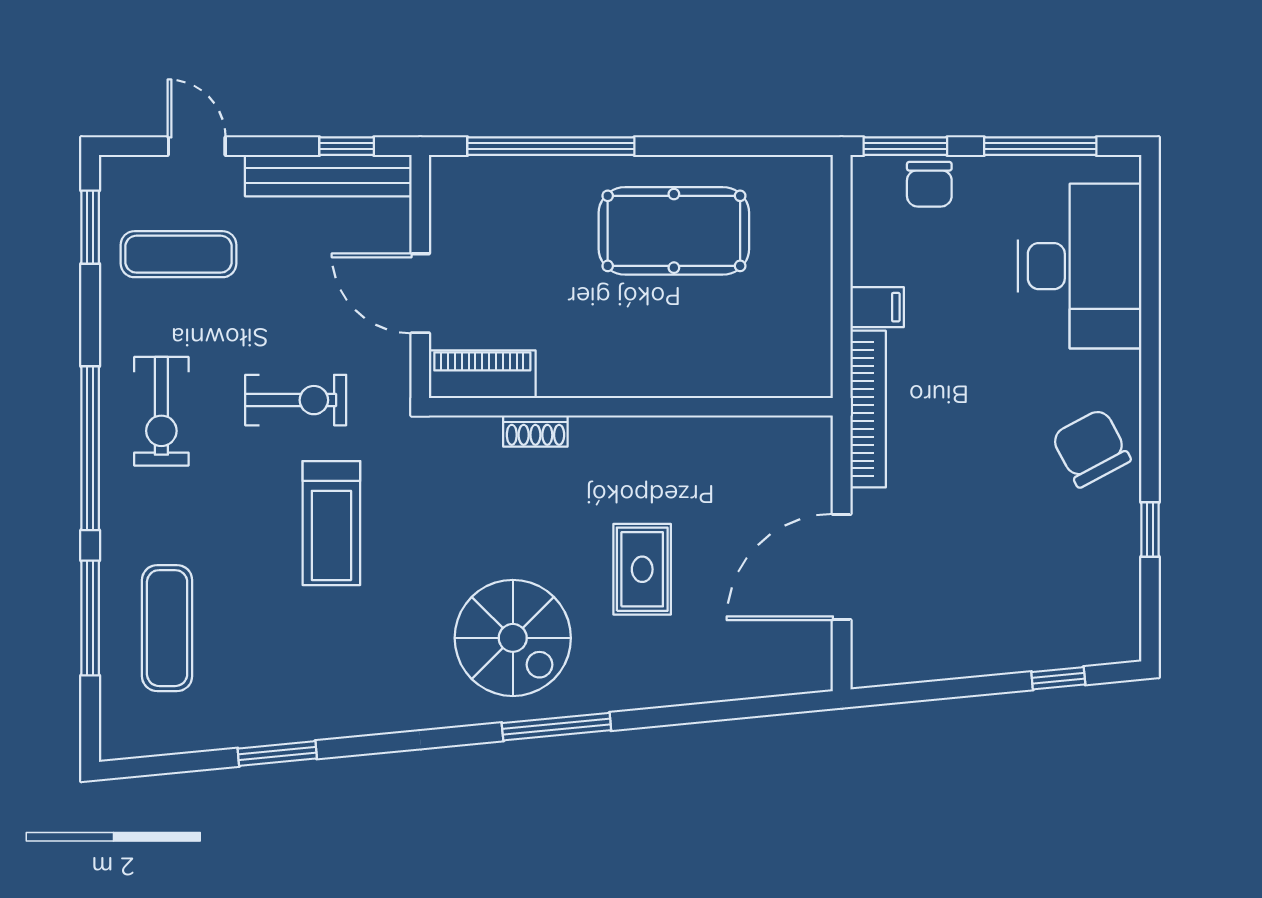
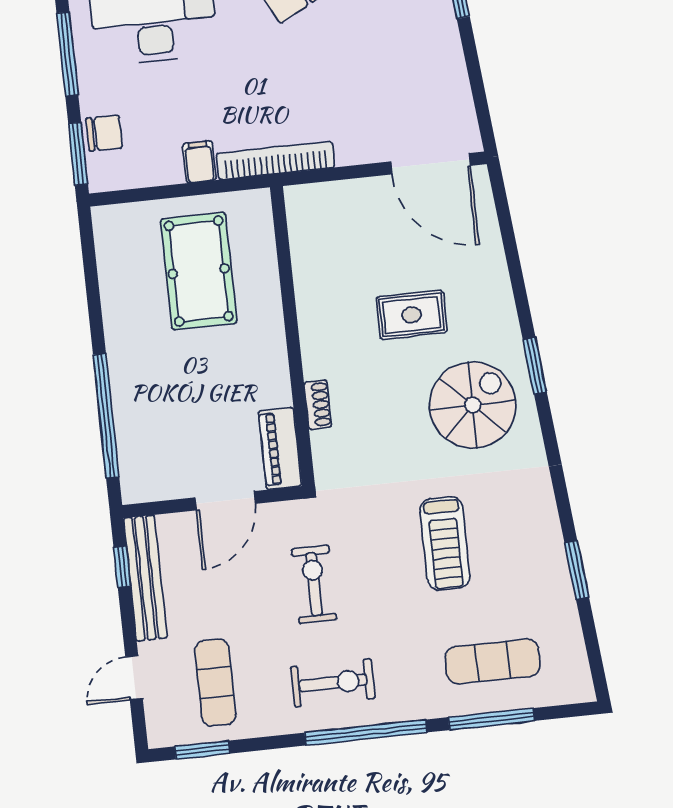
pool table: (674, 231) -> (199, 271), moved
treadmill: (331, 523) -> (445, 543), moved, turned 90
door: (842, 567) -> (431, 164), moved
window: (556, 727) -> (535, 366), width x0.69

